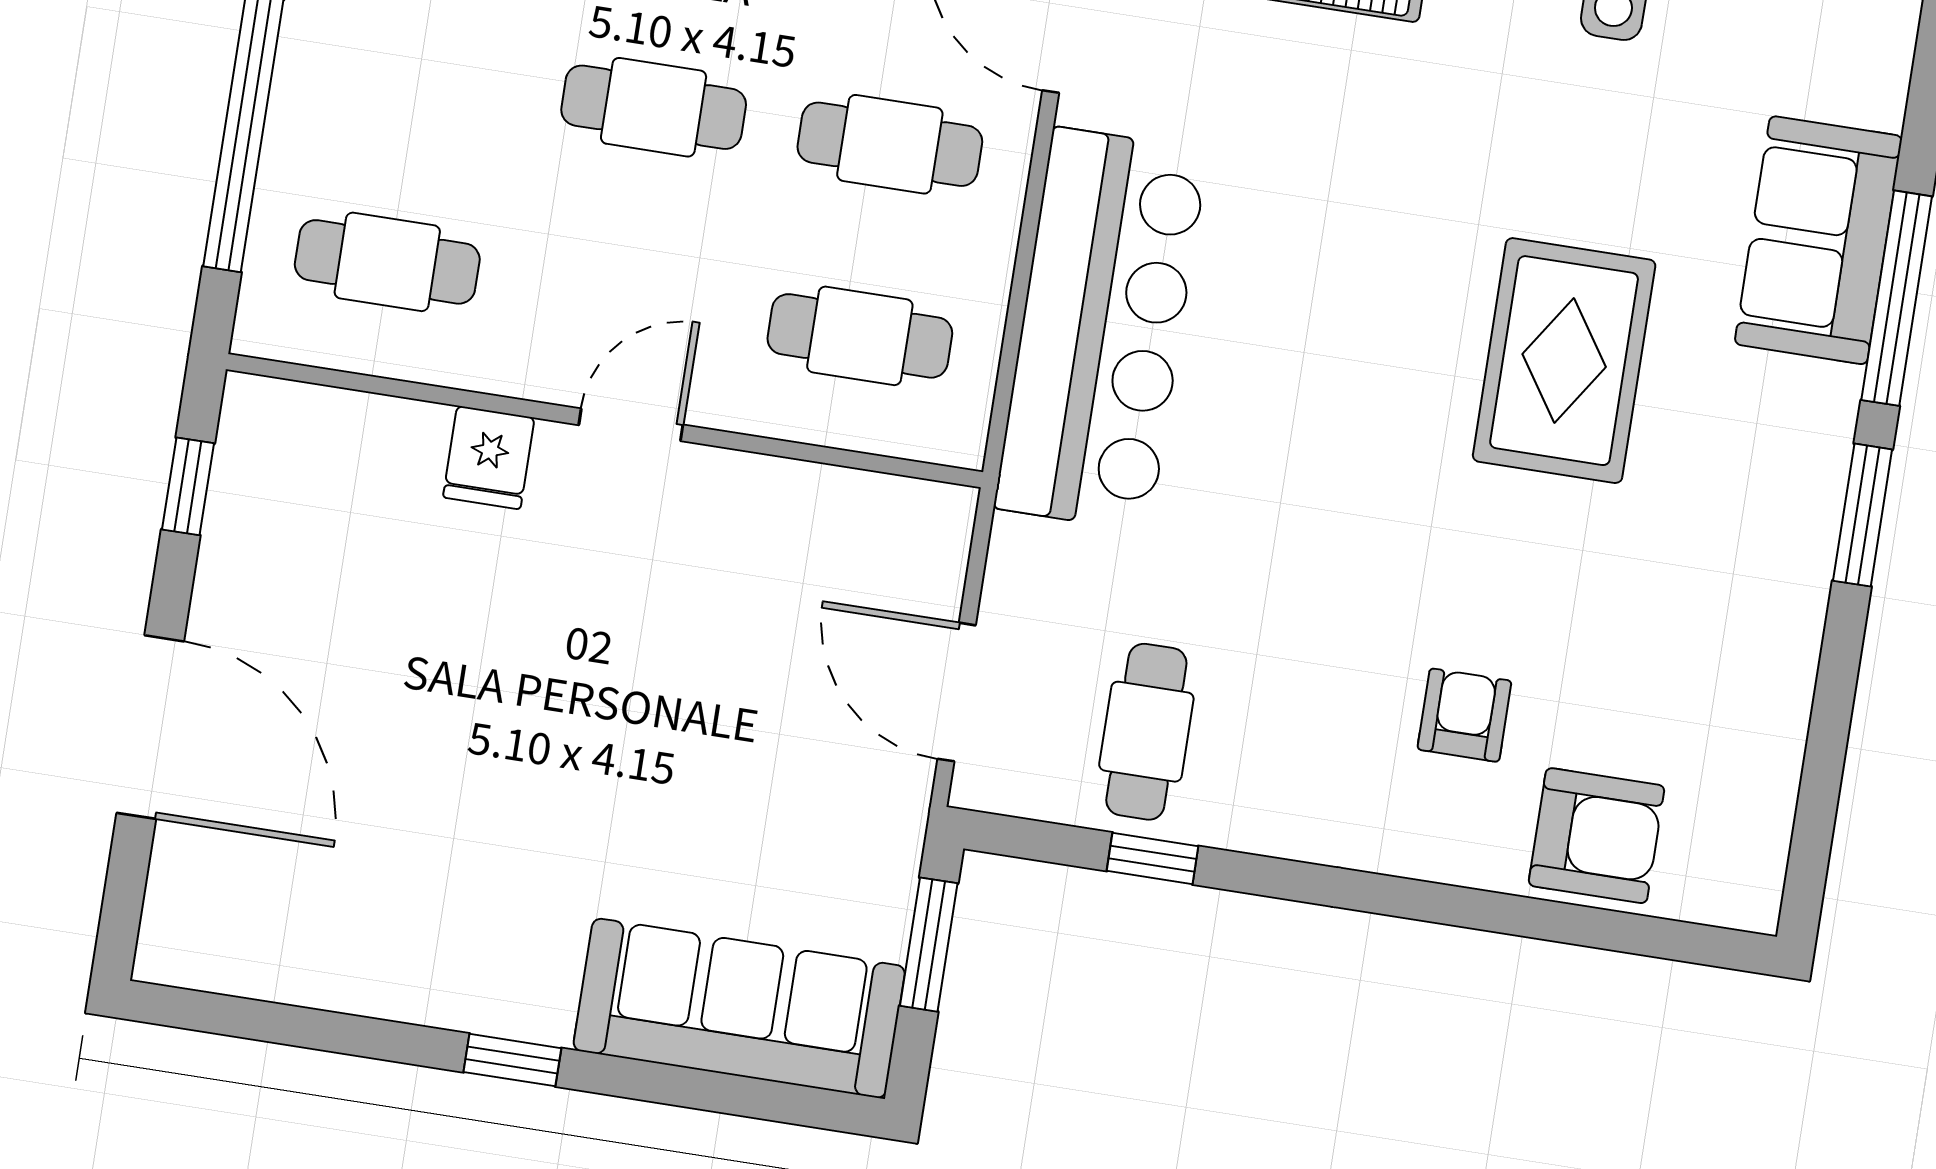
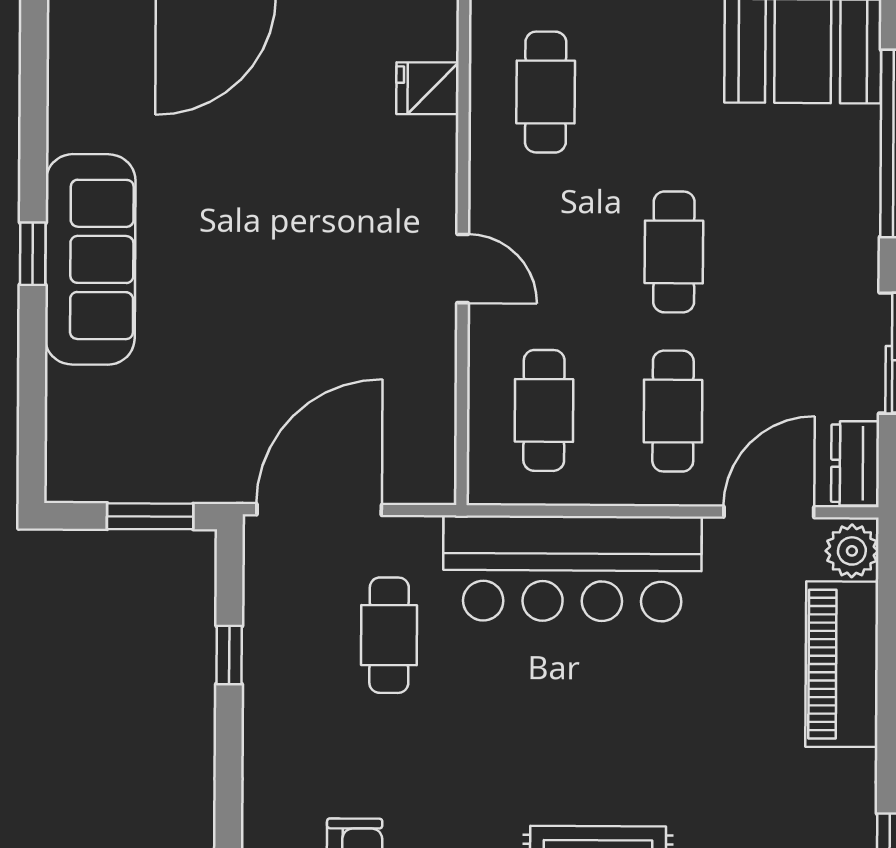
fridge: (489, 457) -> (427, 88), moved
door: (957, 692) -> (319, 510), width x1.36
cafe table: (1146, 732) -> (389, 635), moved, turned 90
sofa: (739, 1008) -> (90, 259), moved

